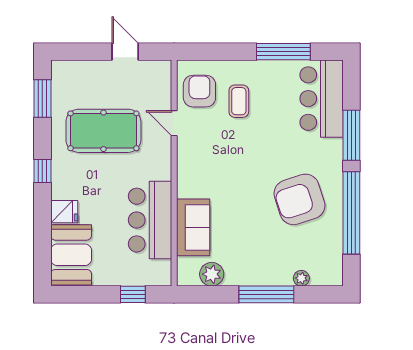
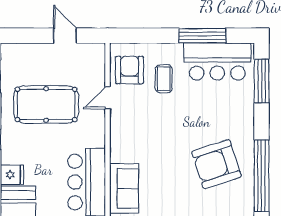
bar counter: (322, 99) -> (217, 62), moved, turned -90
door: (174, 123) -> (108, 98), hinge flipped
window: (351, 135) -> (262, 81), moved

